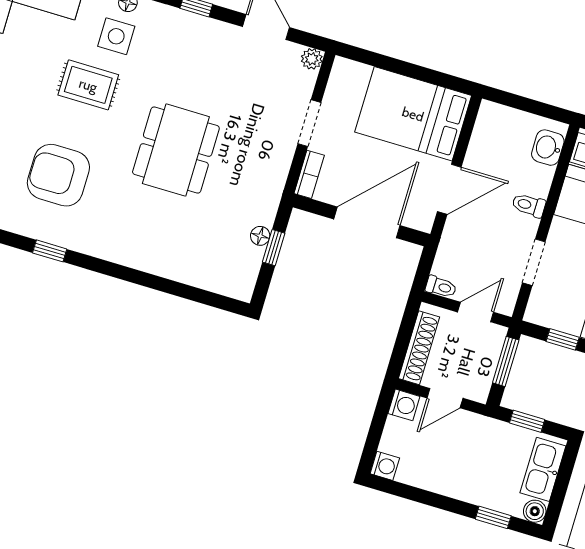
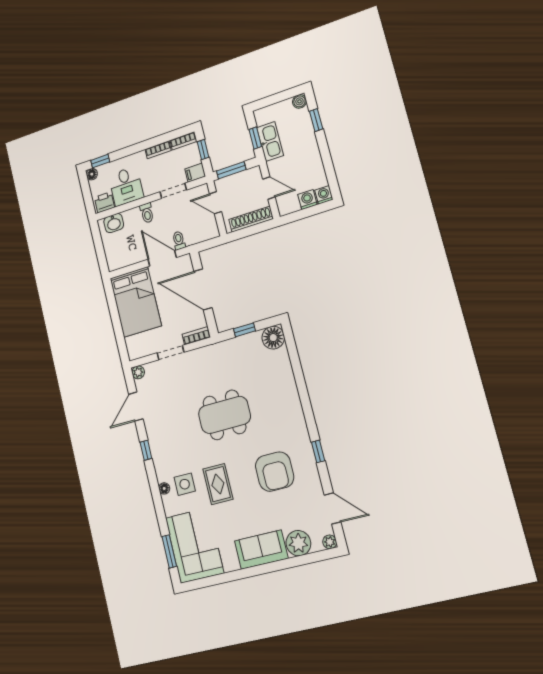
floor lamp: (260, 236) -> (273, 338), moved, width x1.89, depth x1.89
toilet: (441, 287) -> (179, 240), moved
filing cabinet: (538, 309) -> (195, 173), added
washing machine: (404, 405) -> (307, 200), moved
kitchen sink: (543, 469) -> (270, 141), moved, turned -90

